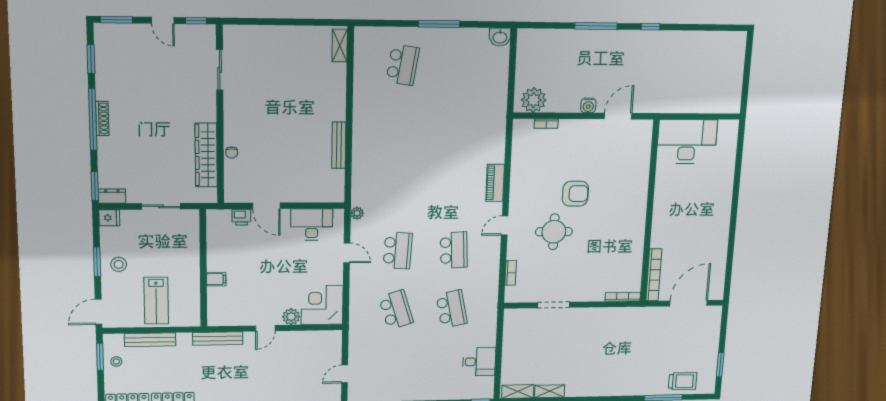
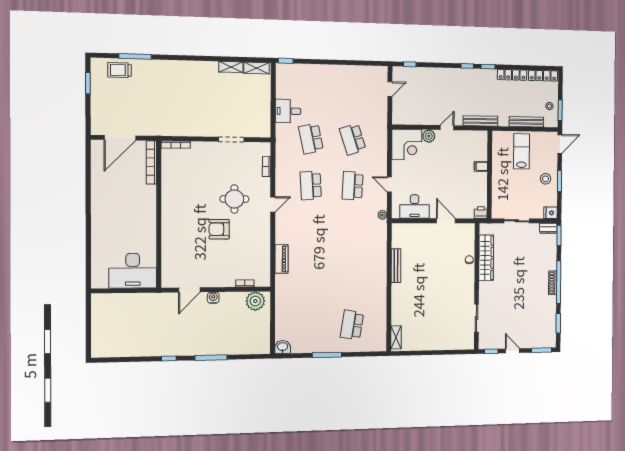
piano: (495, 183) -> (281, 259), moved
printer: (241, 217) -> (481, 213), moved
desk: (479, 362) -> (288, 111), moved

